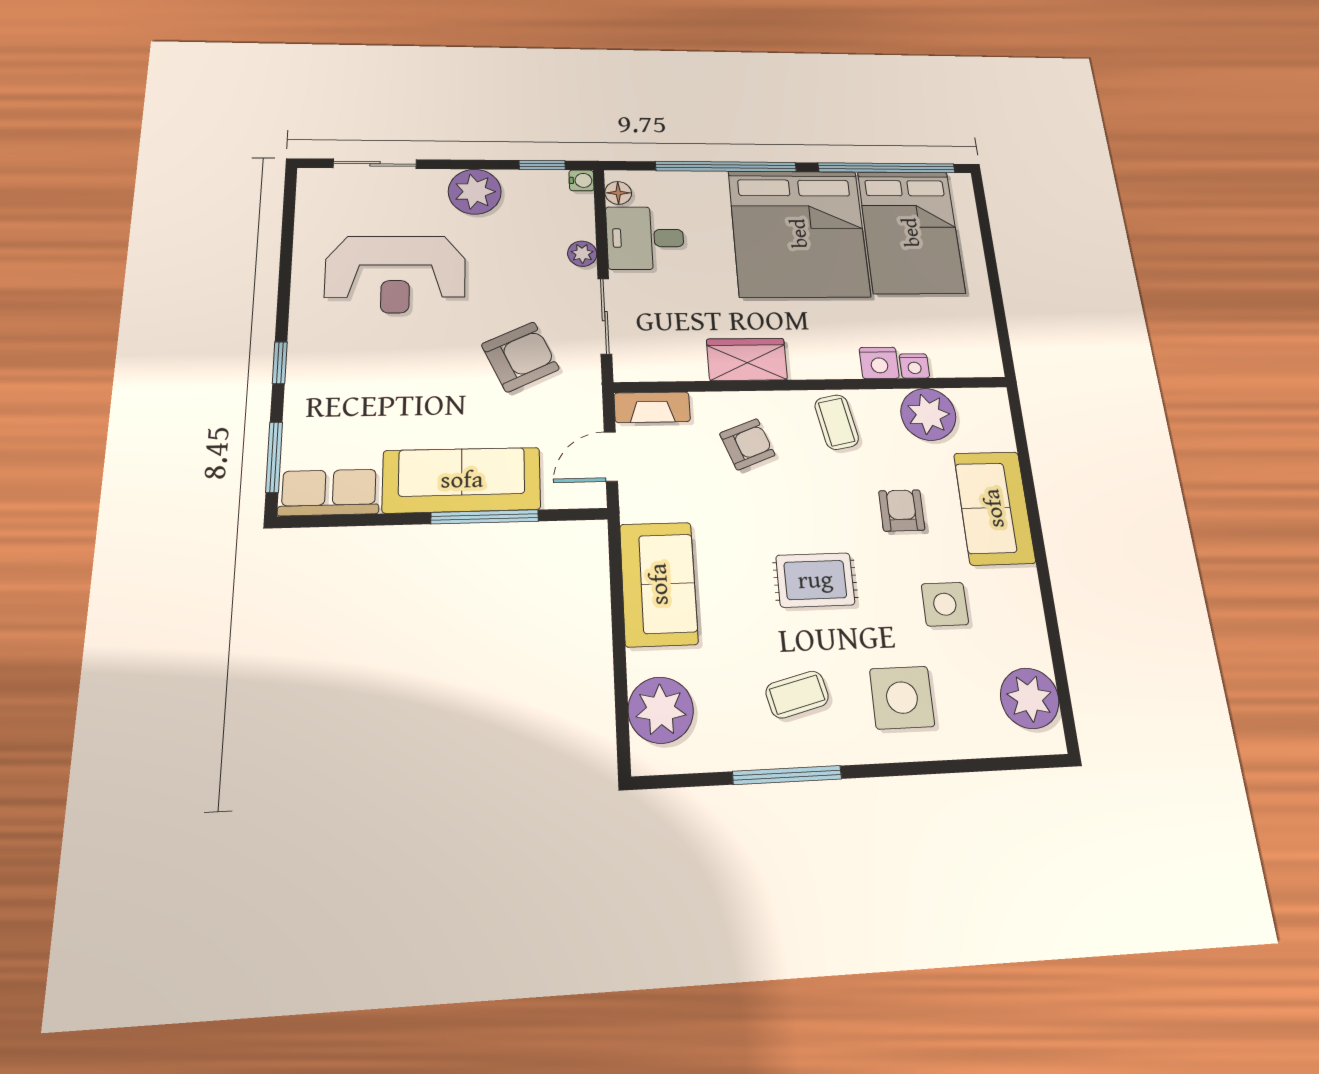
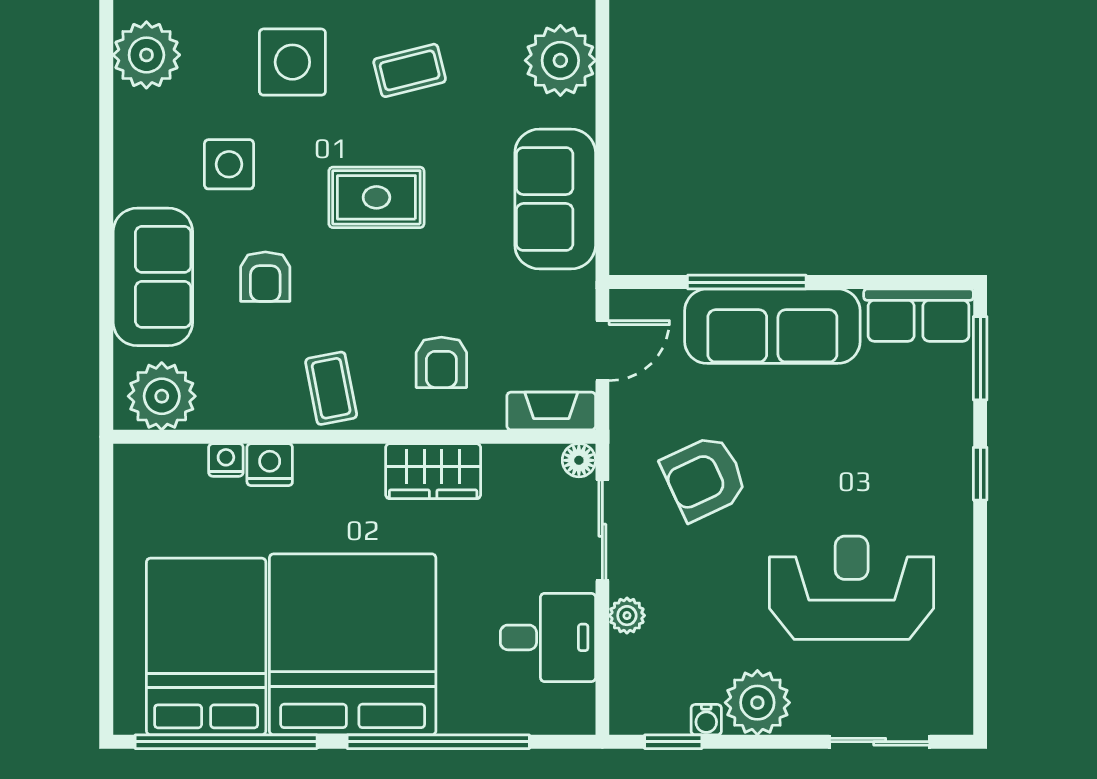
water cooler: (582, 180) -> (706, 720), moved, turned -90
floor lamp: (618, 193) -> (579, 460), moved
plant: (928, 414) -> (162, 396), moved
armchair: (747, 444) -> (441, 362), turned -69

